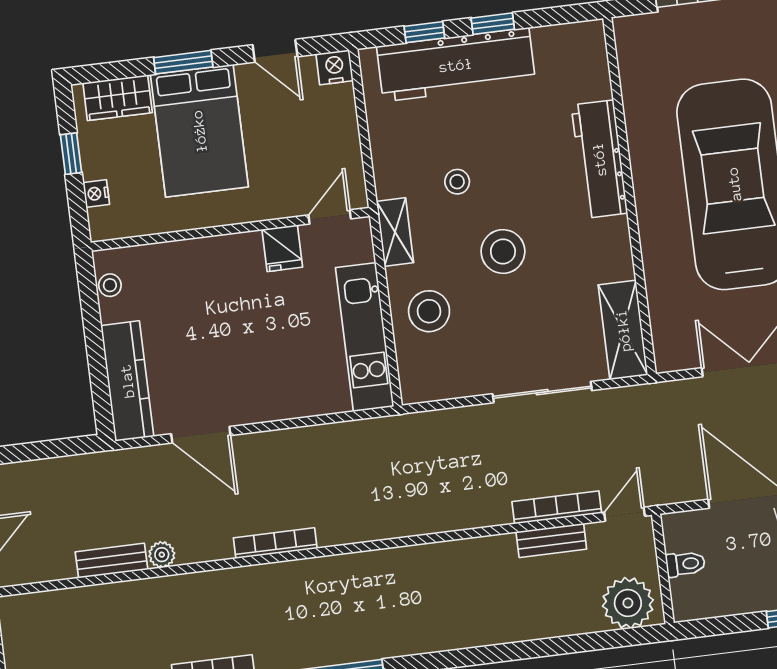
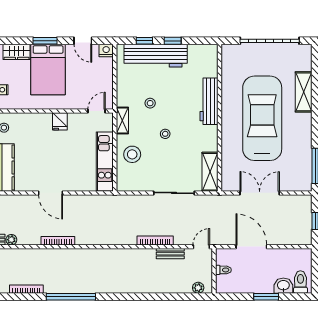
fridge: (282, 248) -> (60, 121), moved
stool: (503, 251) -> (165, 134), width x0.53, depth x0.53
door: (201, 435) -> (51, 193), moved
bookcase: (557, 507) -> (155, 240), moved
plant: (628, 603) -> (198, 288), width x0.53, depth x0.53

